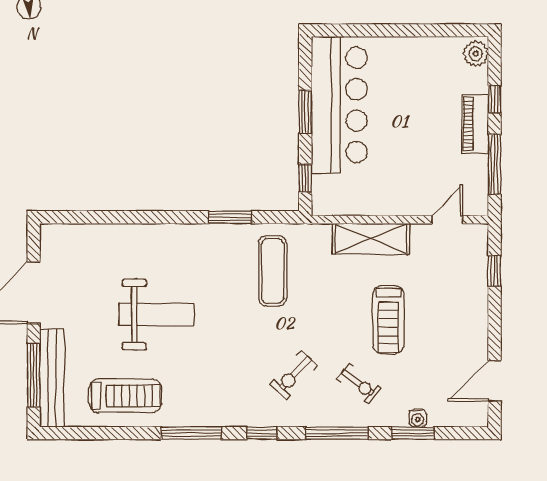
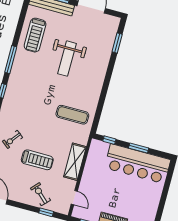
window: (230, 217) -> (117, 43), moved
treadmill: (388, 320) -> (37, 160), turned 180
exercise bike: (294, 375) -> (40, 194), moved

